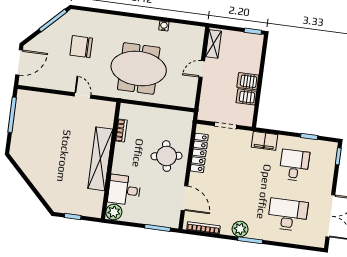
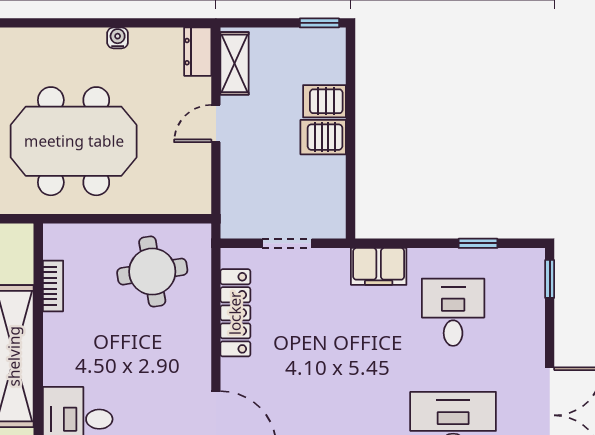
dresser: (198, 37) -> (198, 52), added
server rack: (246, 97) -> (325, 101), moved
round table: (167, 156) -> (152, 272), moved

